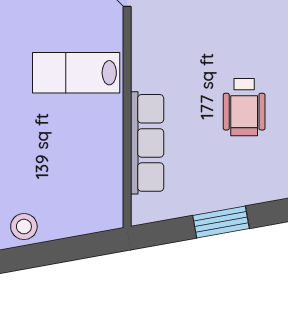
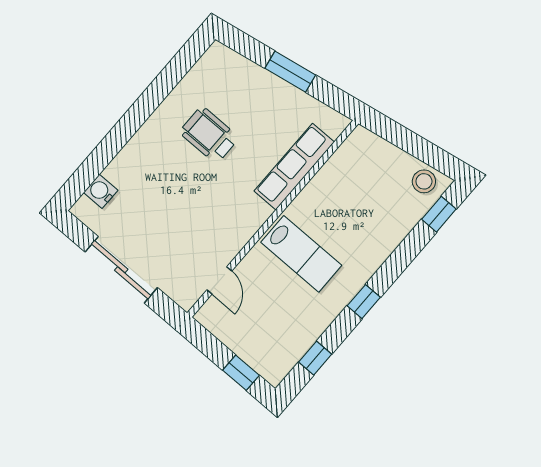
wheelchair: (244, 107) -> (209, 135), turned -90

